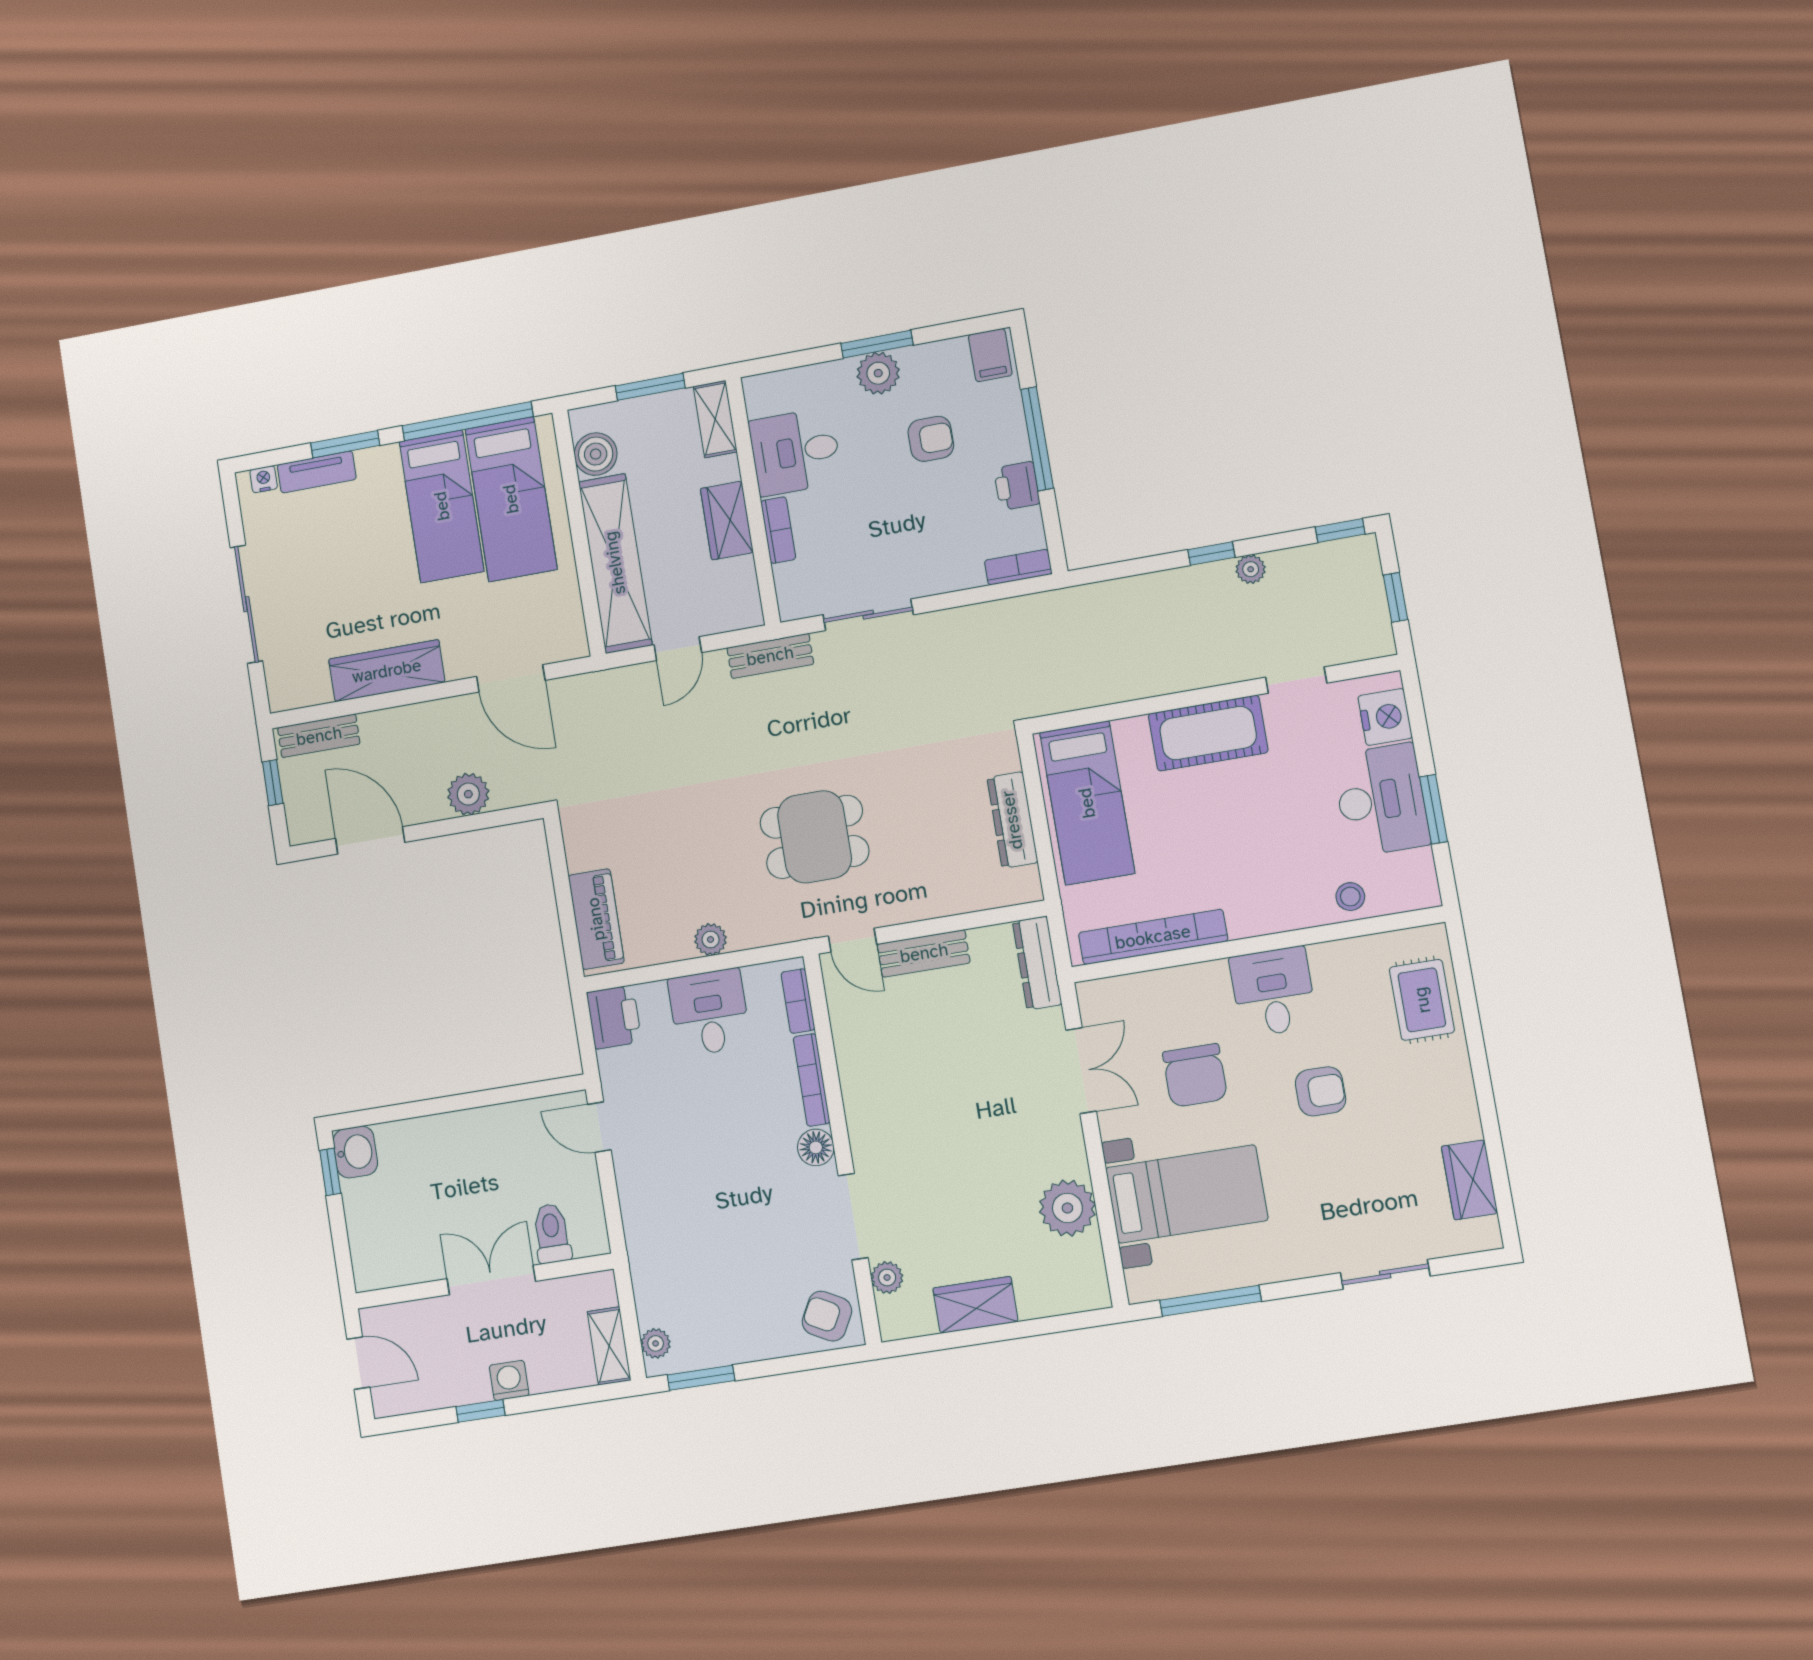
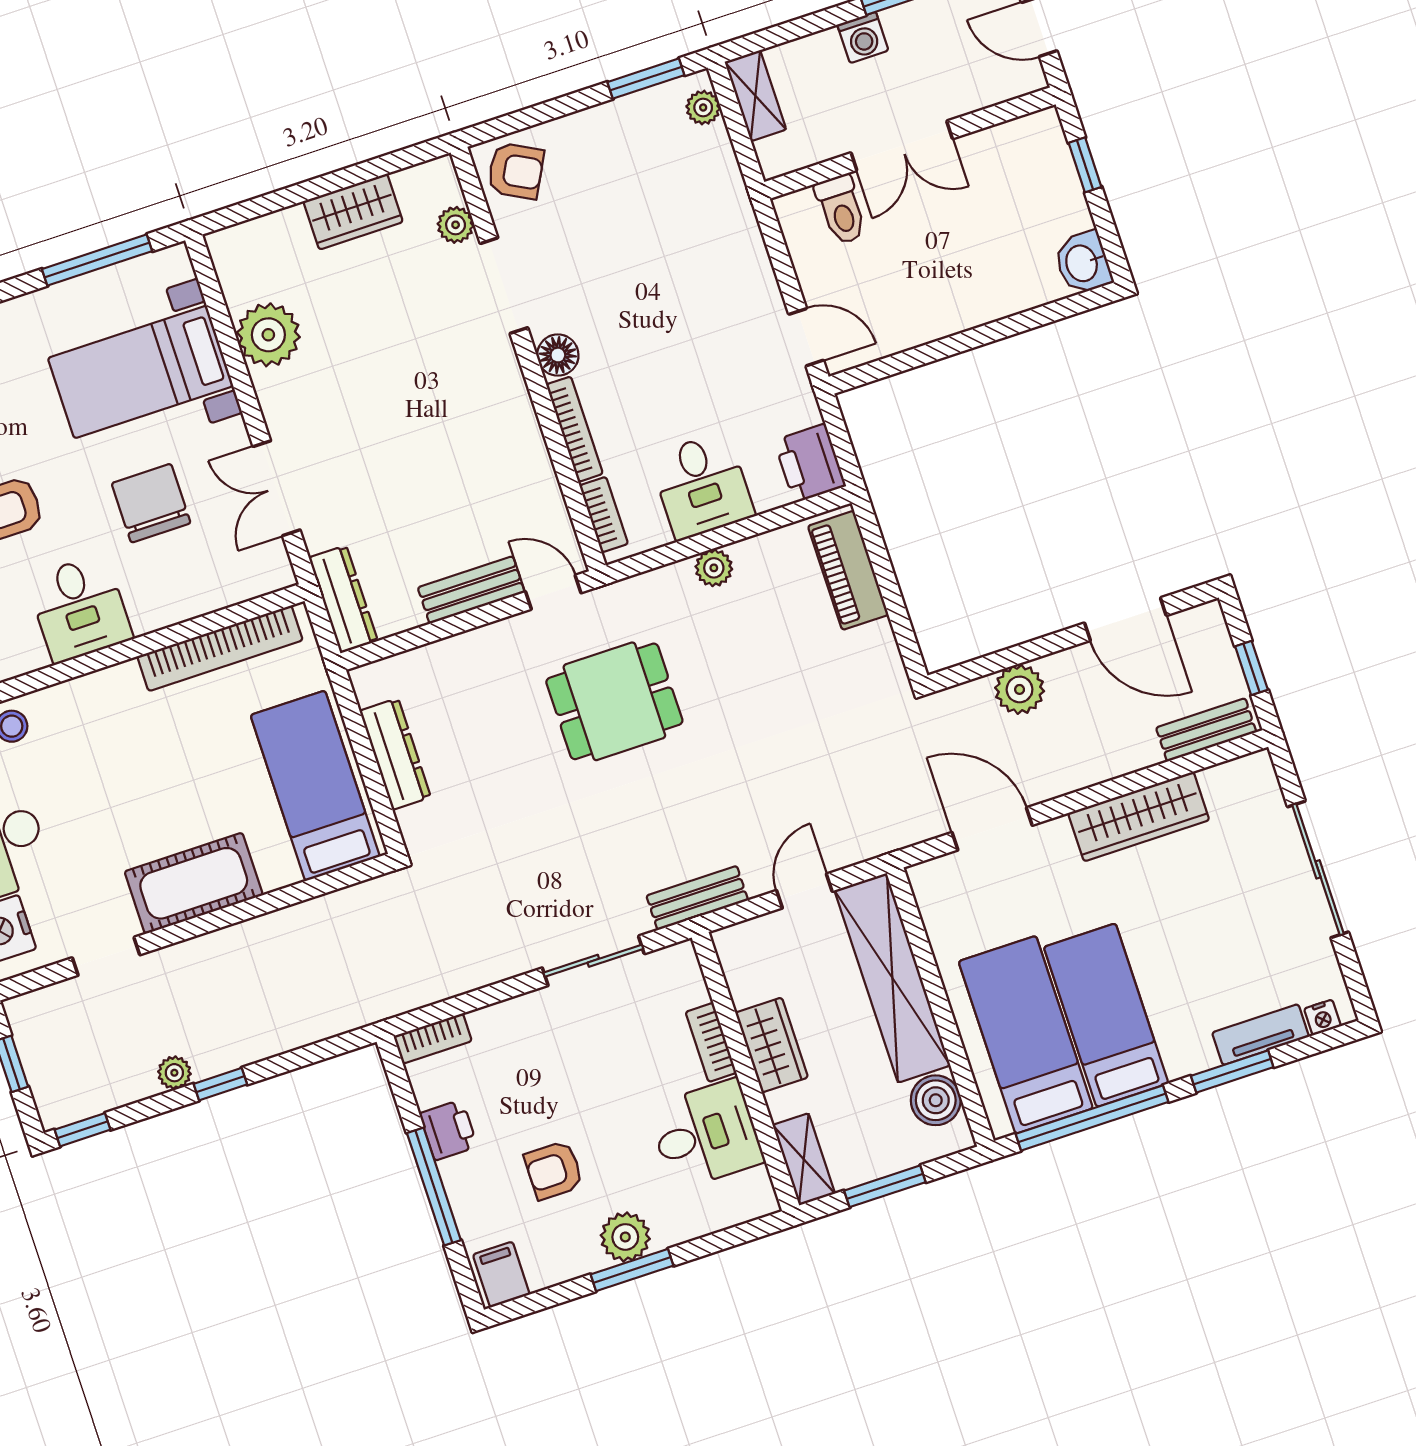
window: (330, 1172) -> (1085, 165), moved

